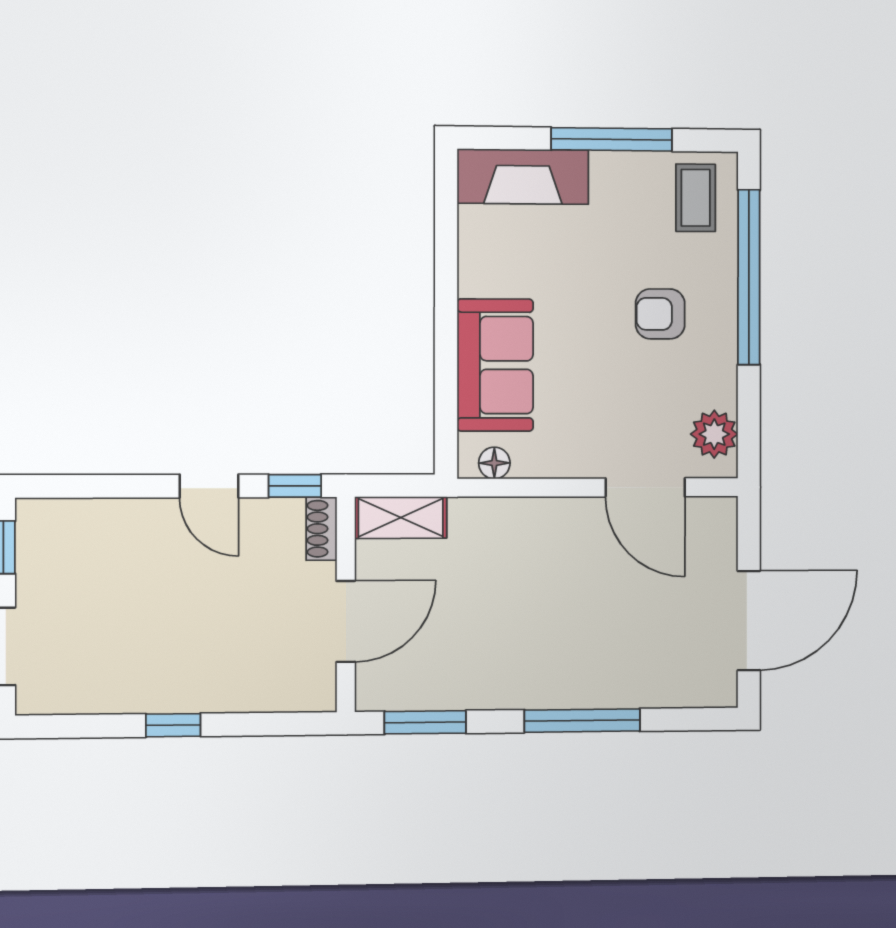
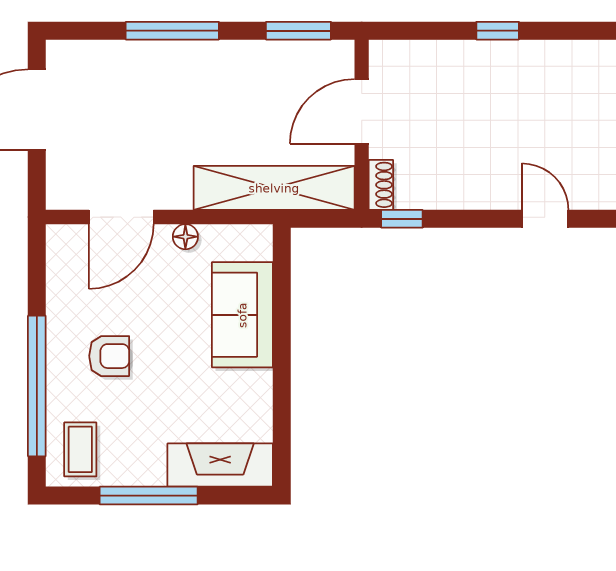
plant: (714, 434) -> (65, 260), removed
floor lamp: (494, 463) -> (185, 237), moved
door: (209, 486) -> (545, 219), moved
door: (645, 487) -> (121, 217), swing flipped
shelving: (401, 518) -> (274, 188), width x2.20, depth x1.33

